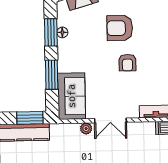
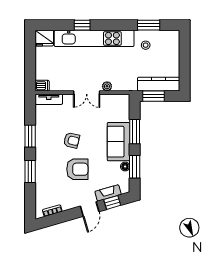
armchair: (127, 63) -> (72, 140), turned 103
sofa: (72, 96) -> (118, 142), moved
double door: (110, 120) -> (87, 93), swing flipped

